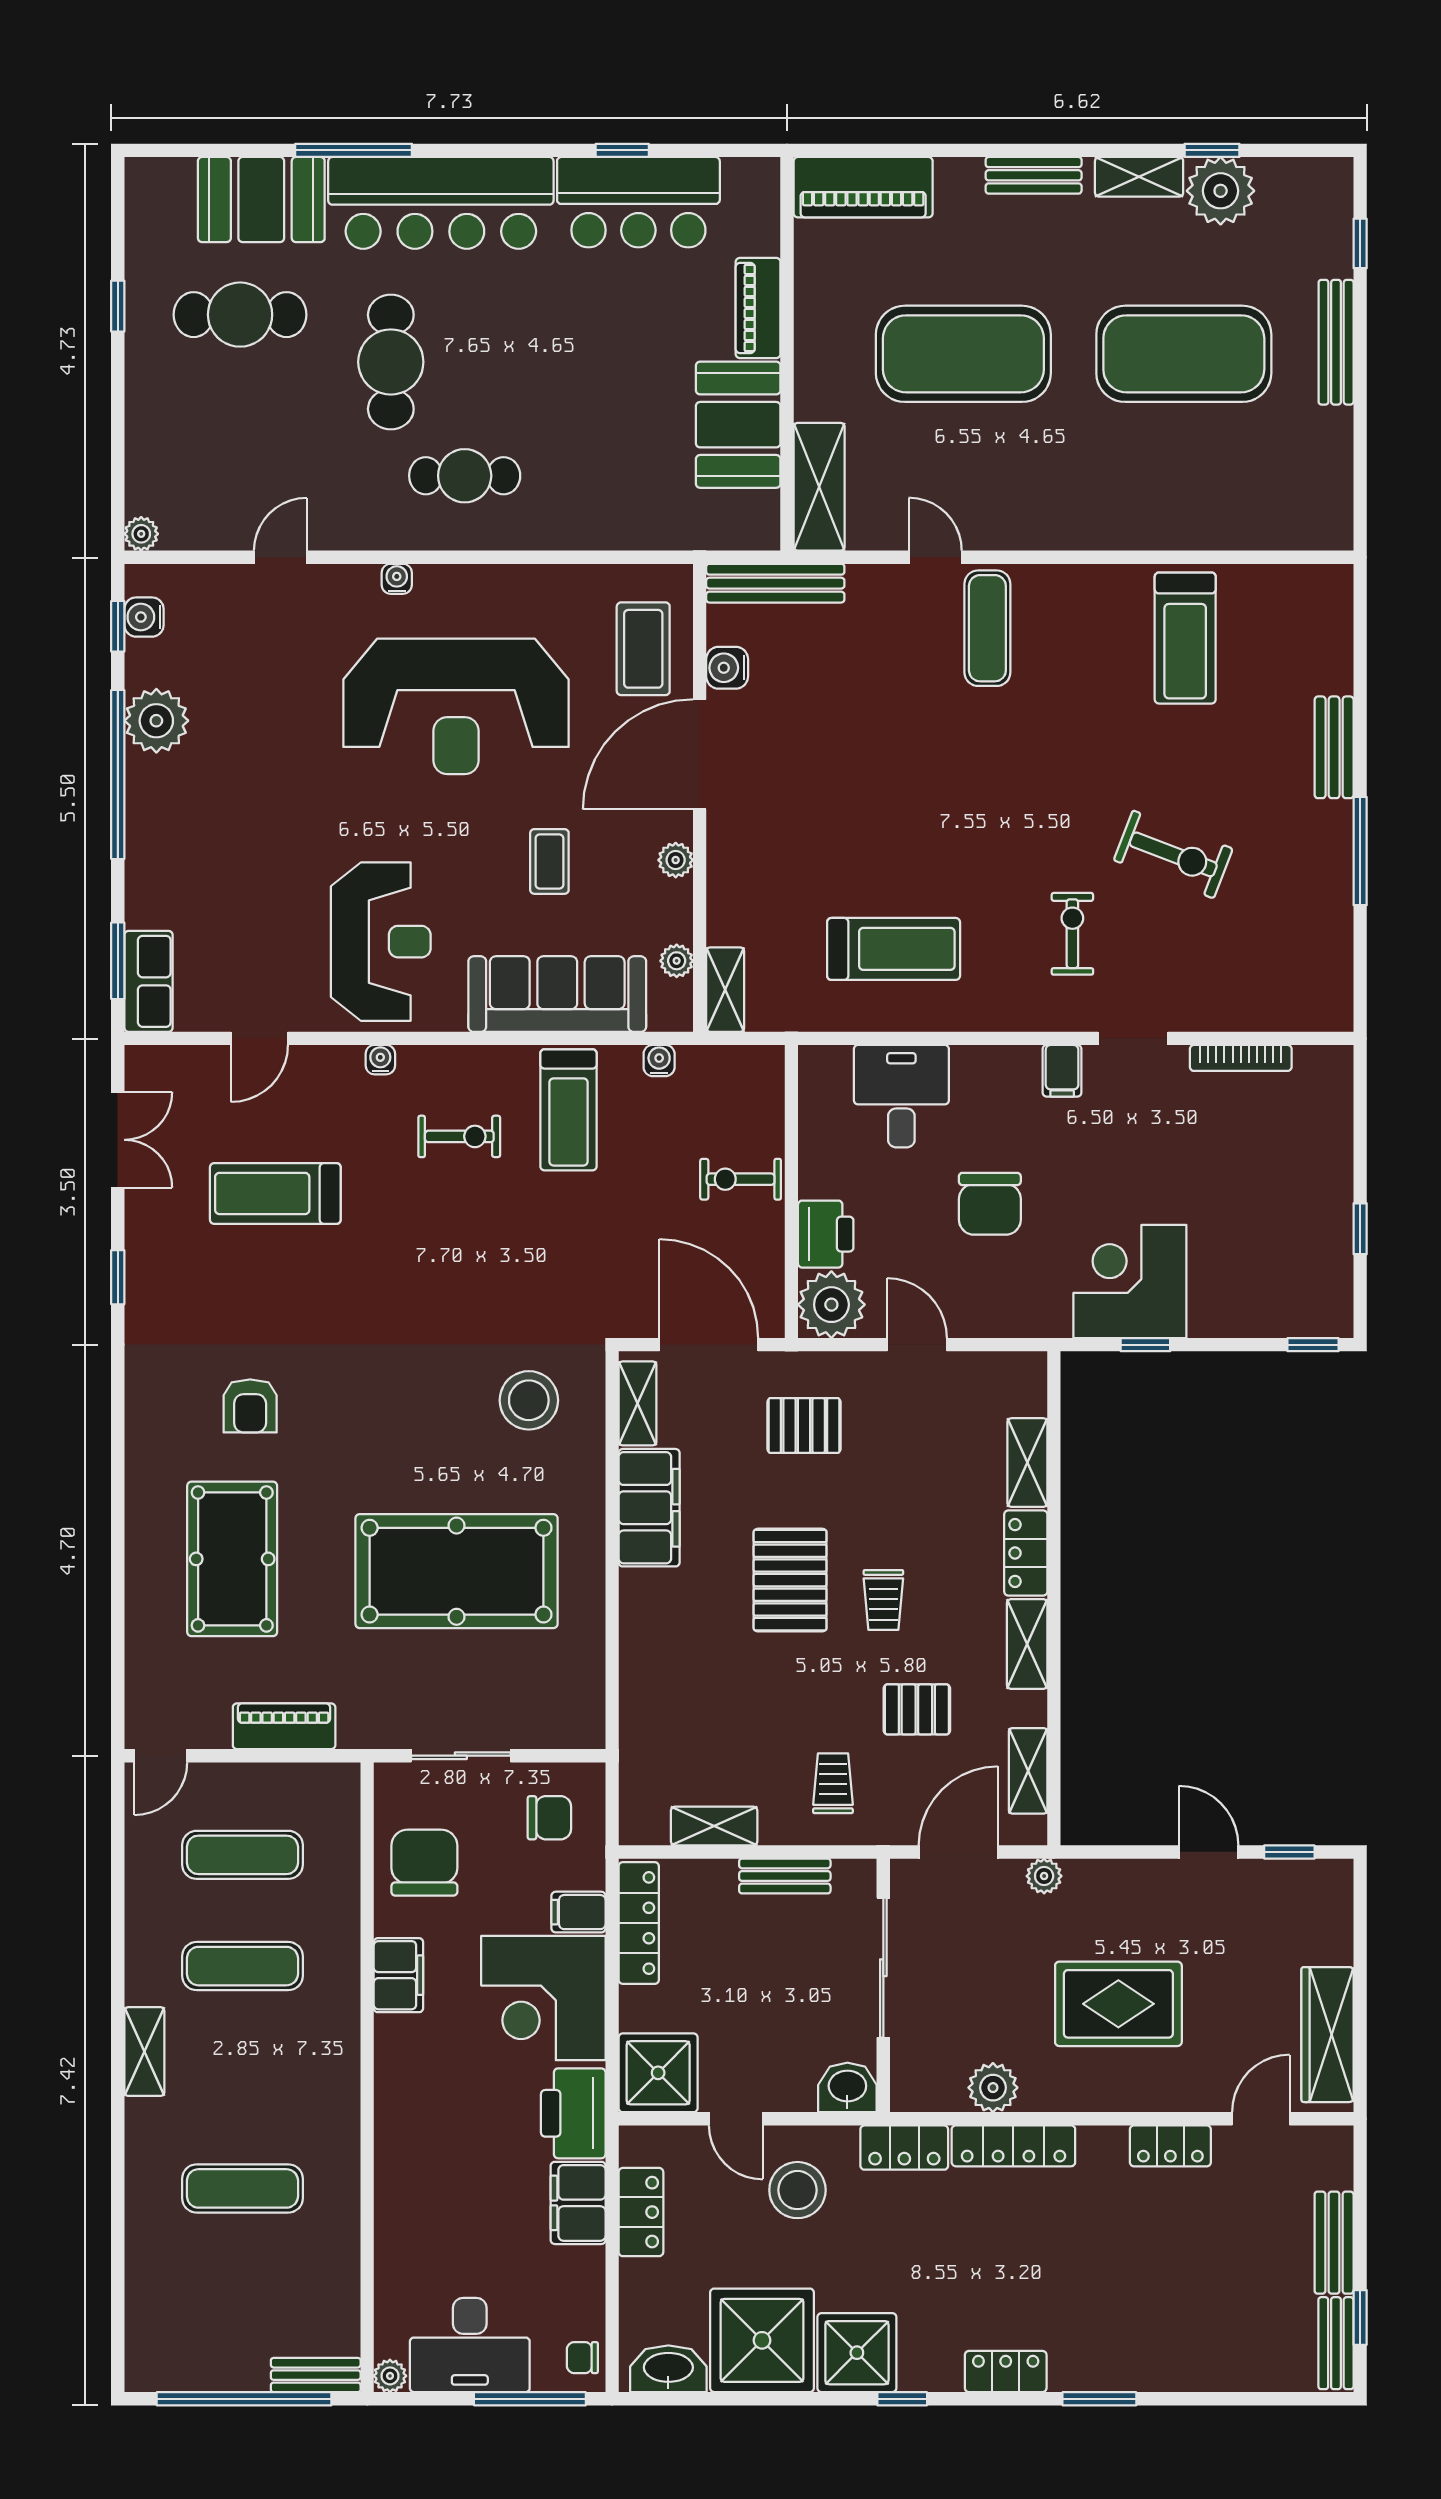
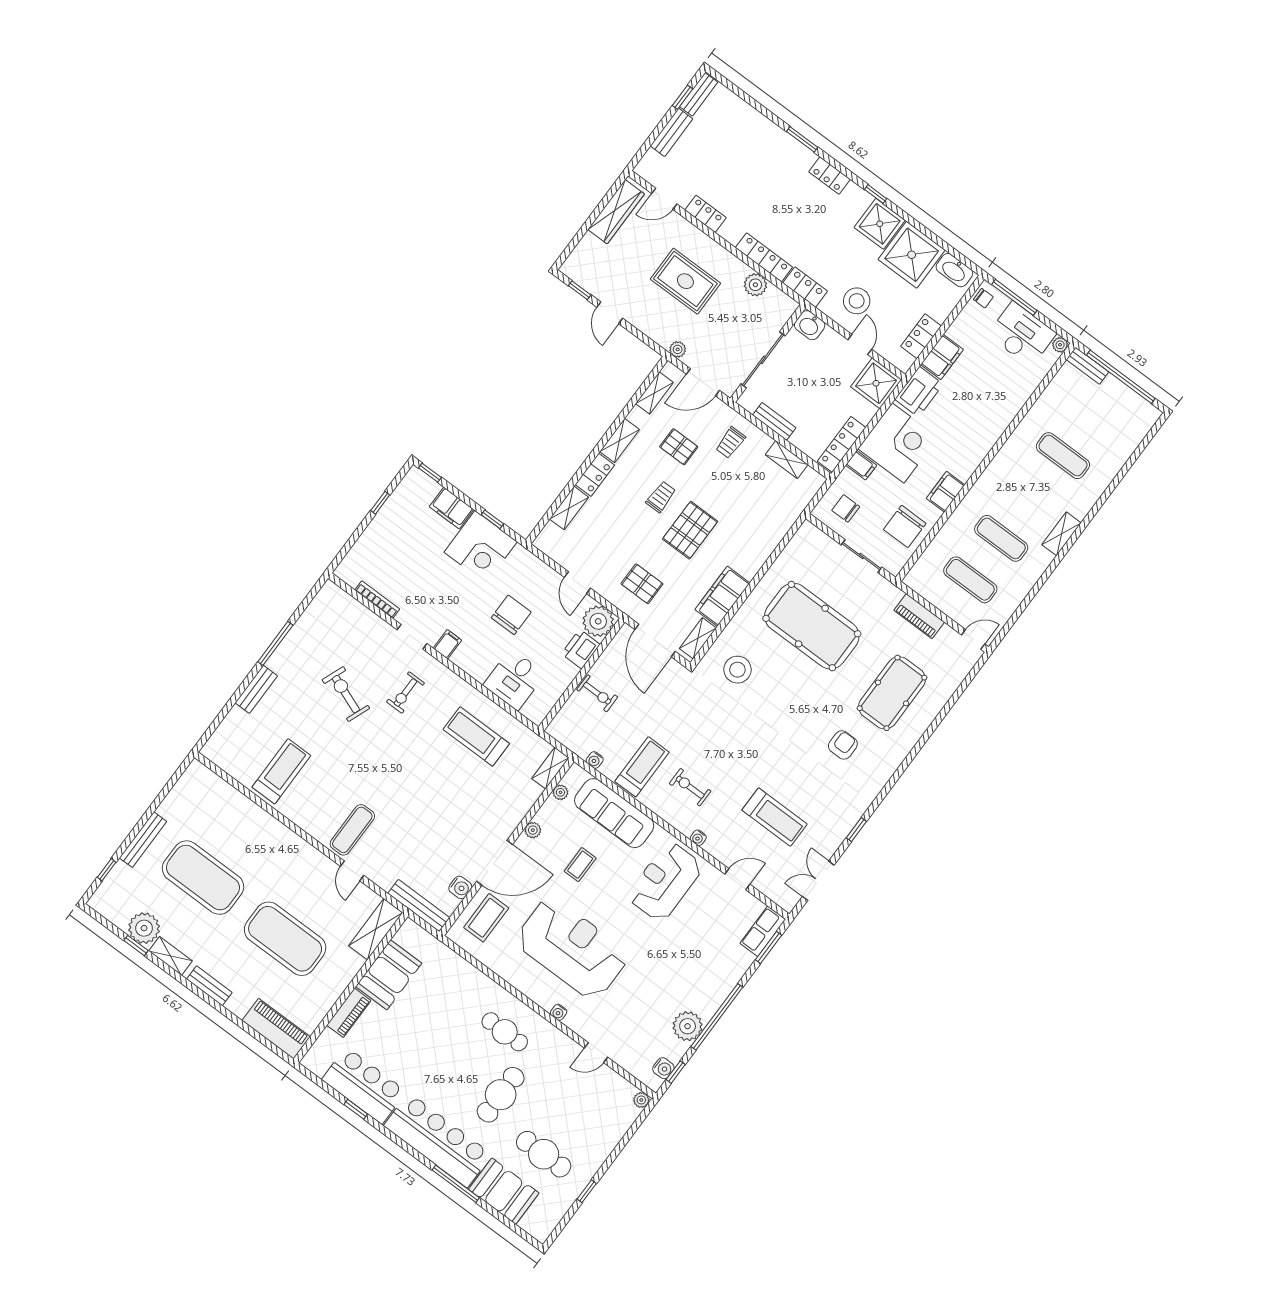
filing cabinet: (1230, 1311) -> (452, 508), added

